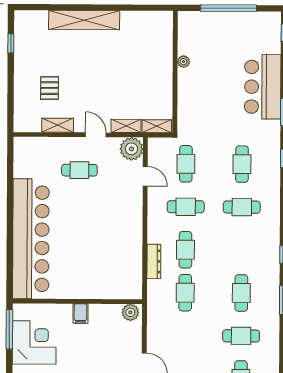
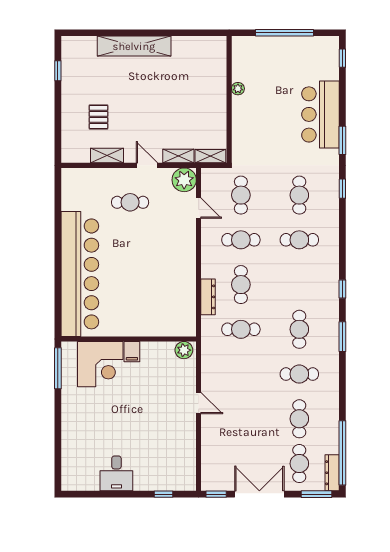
cafe table: (185, 293) -> (241, 329), turned 90
corner desk: (34, 343) -> (100, 364), moved, turned 90

